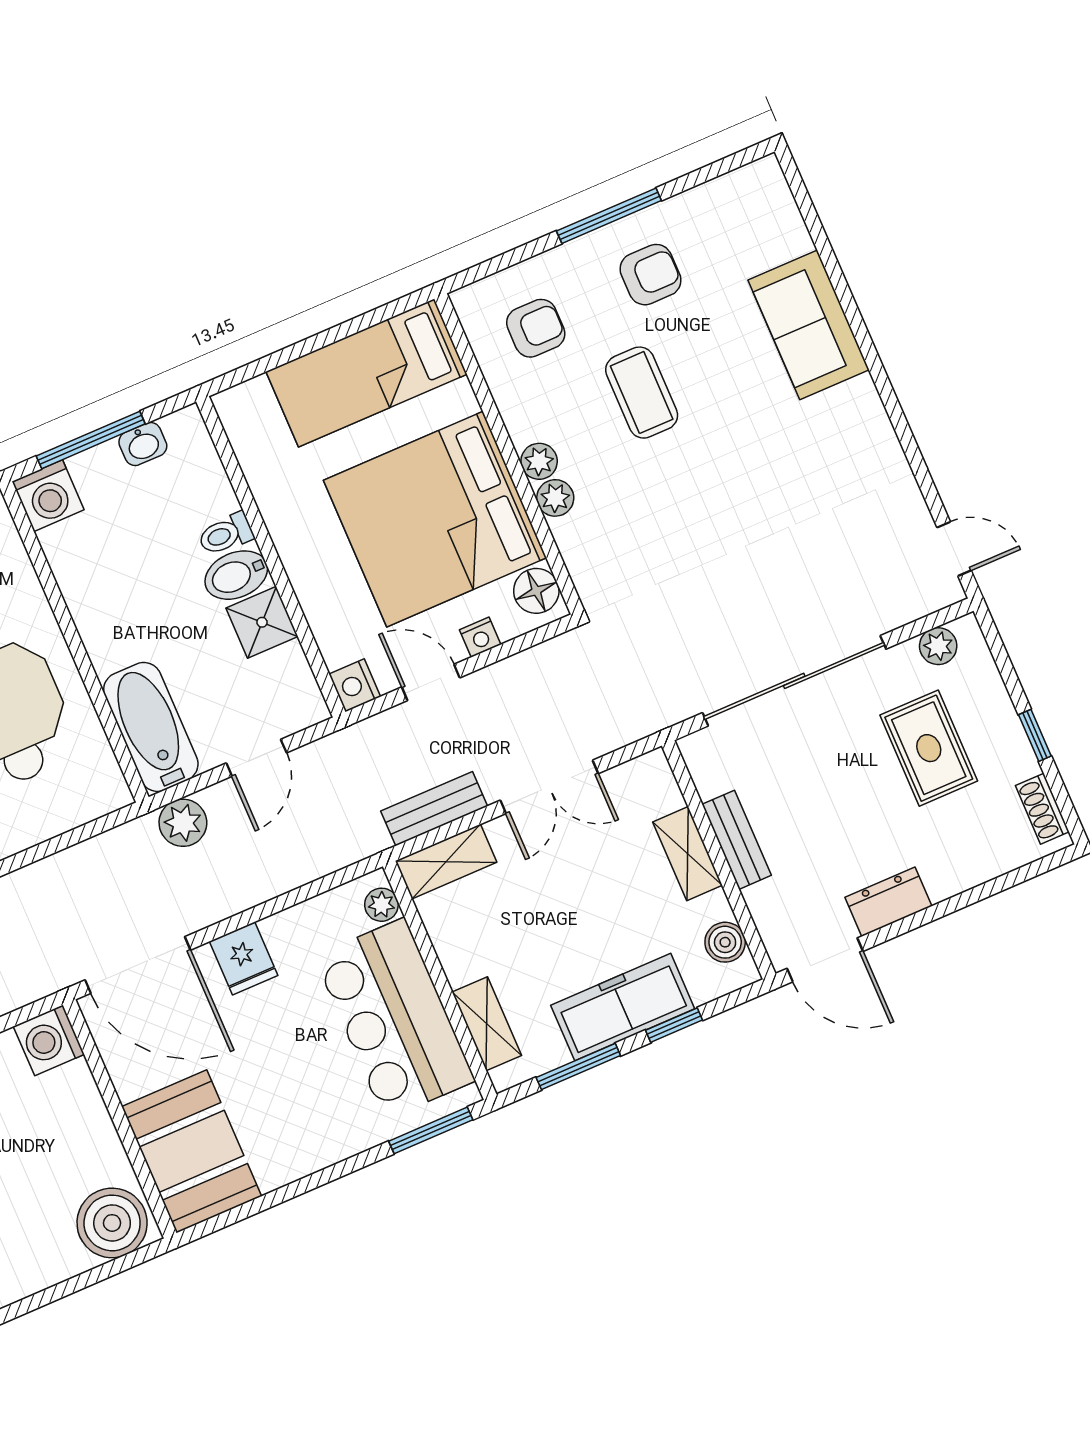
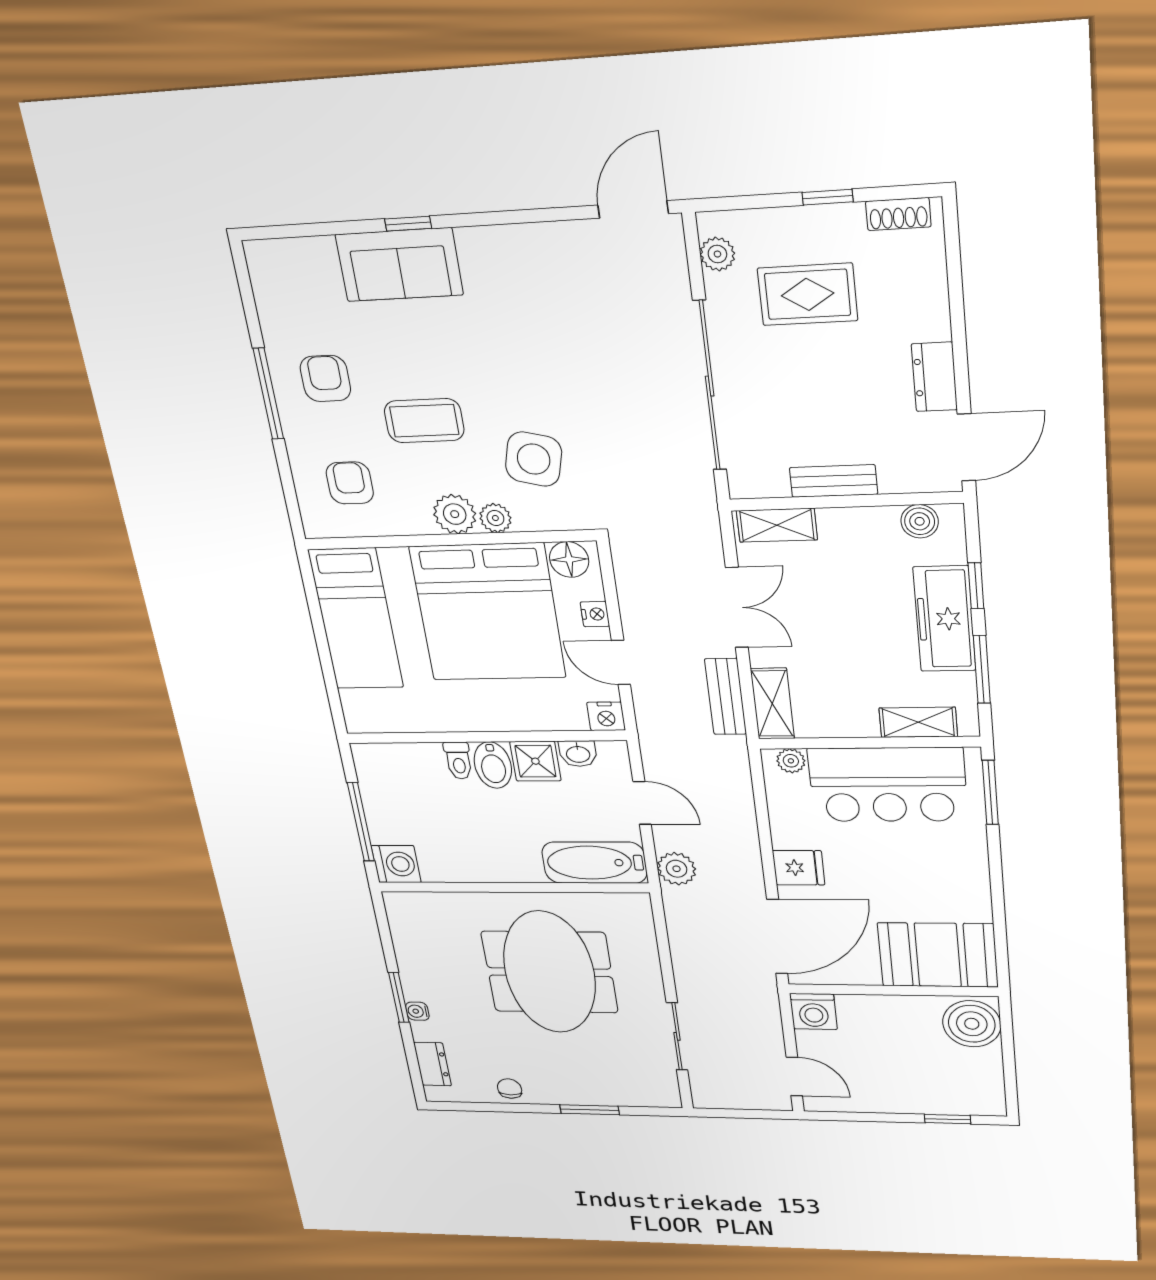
window: (857, 324) -> (408, 224), added
washbasin: (143, 444) -> (578, 754), moved, turned 90
plant: (539, 461) -> (455, 514), width x1.38, depth x1.38
side table: (641, 521) -> (534, 459), added
door: (954, 549) -> (633, 209), width x1.38
door: (431, 682) -> (621, 662), hinge flipped
shelving: (688, 854) -> (777, 525), moved

